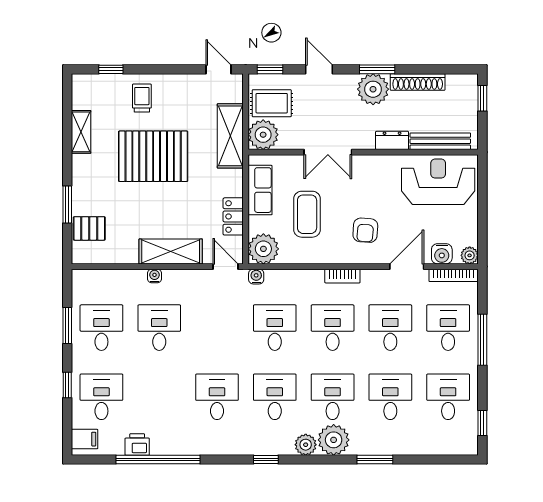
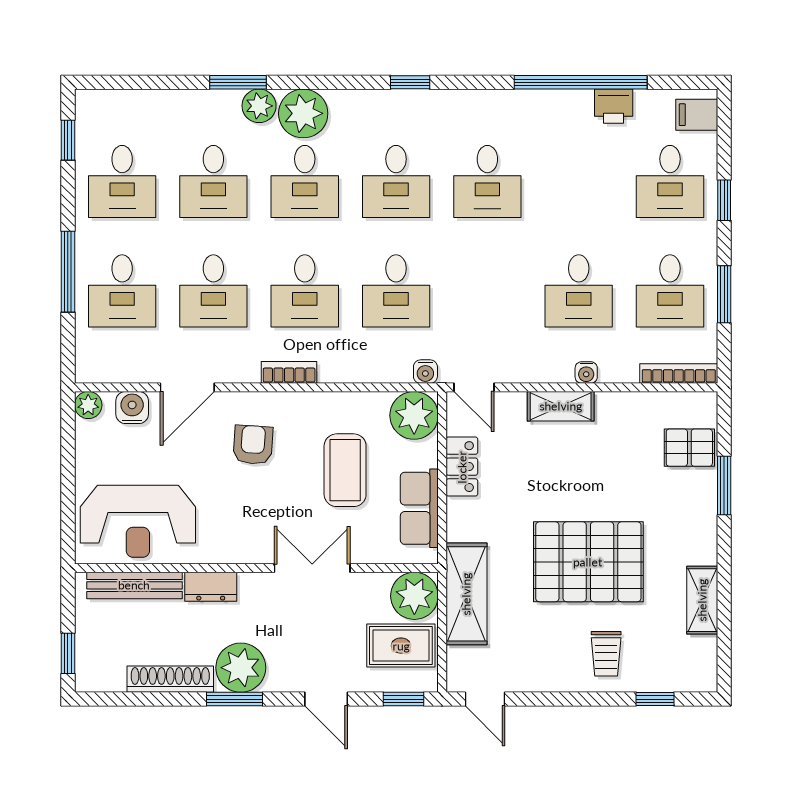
shelving: (171, 251) -> (561, 406), width x0.67, depth x0.75
bookcase: (454, 275) -> (679, 373), moved
plant: (306, 445) -> (259, 106), moved

